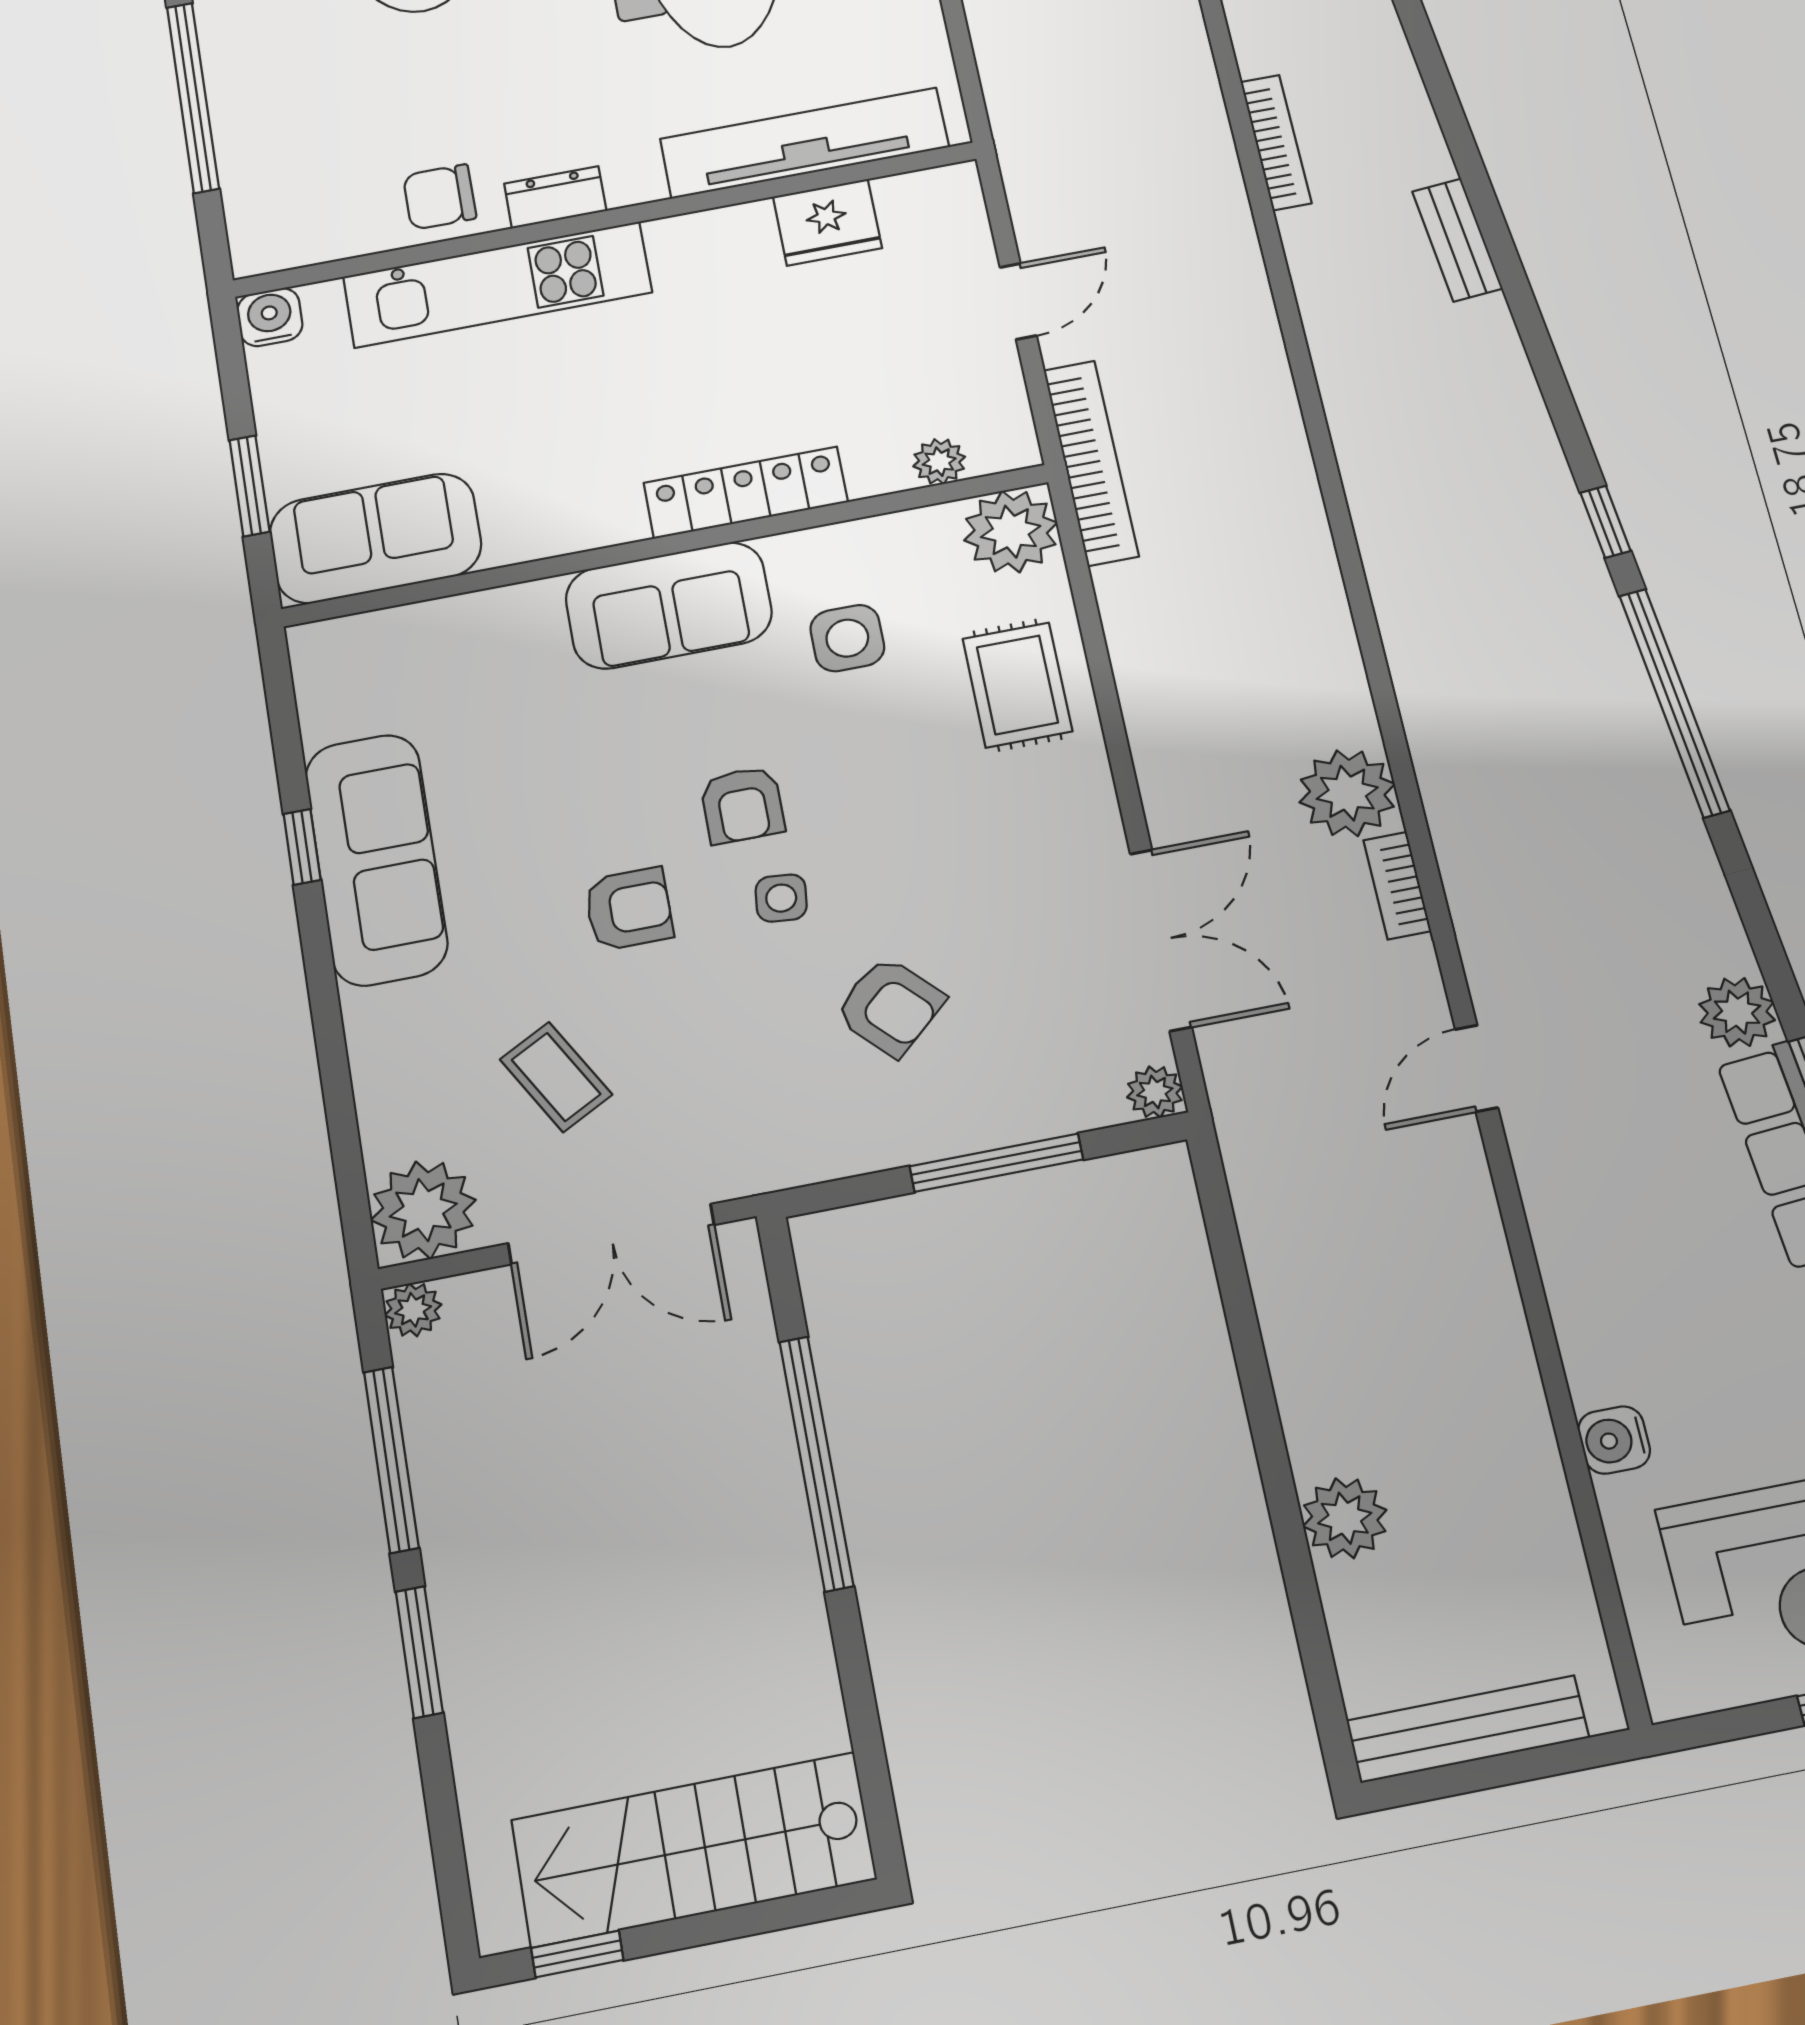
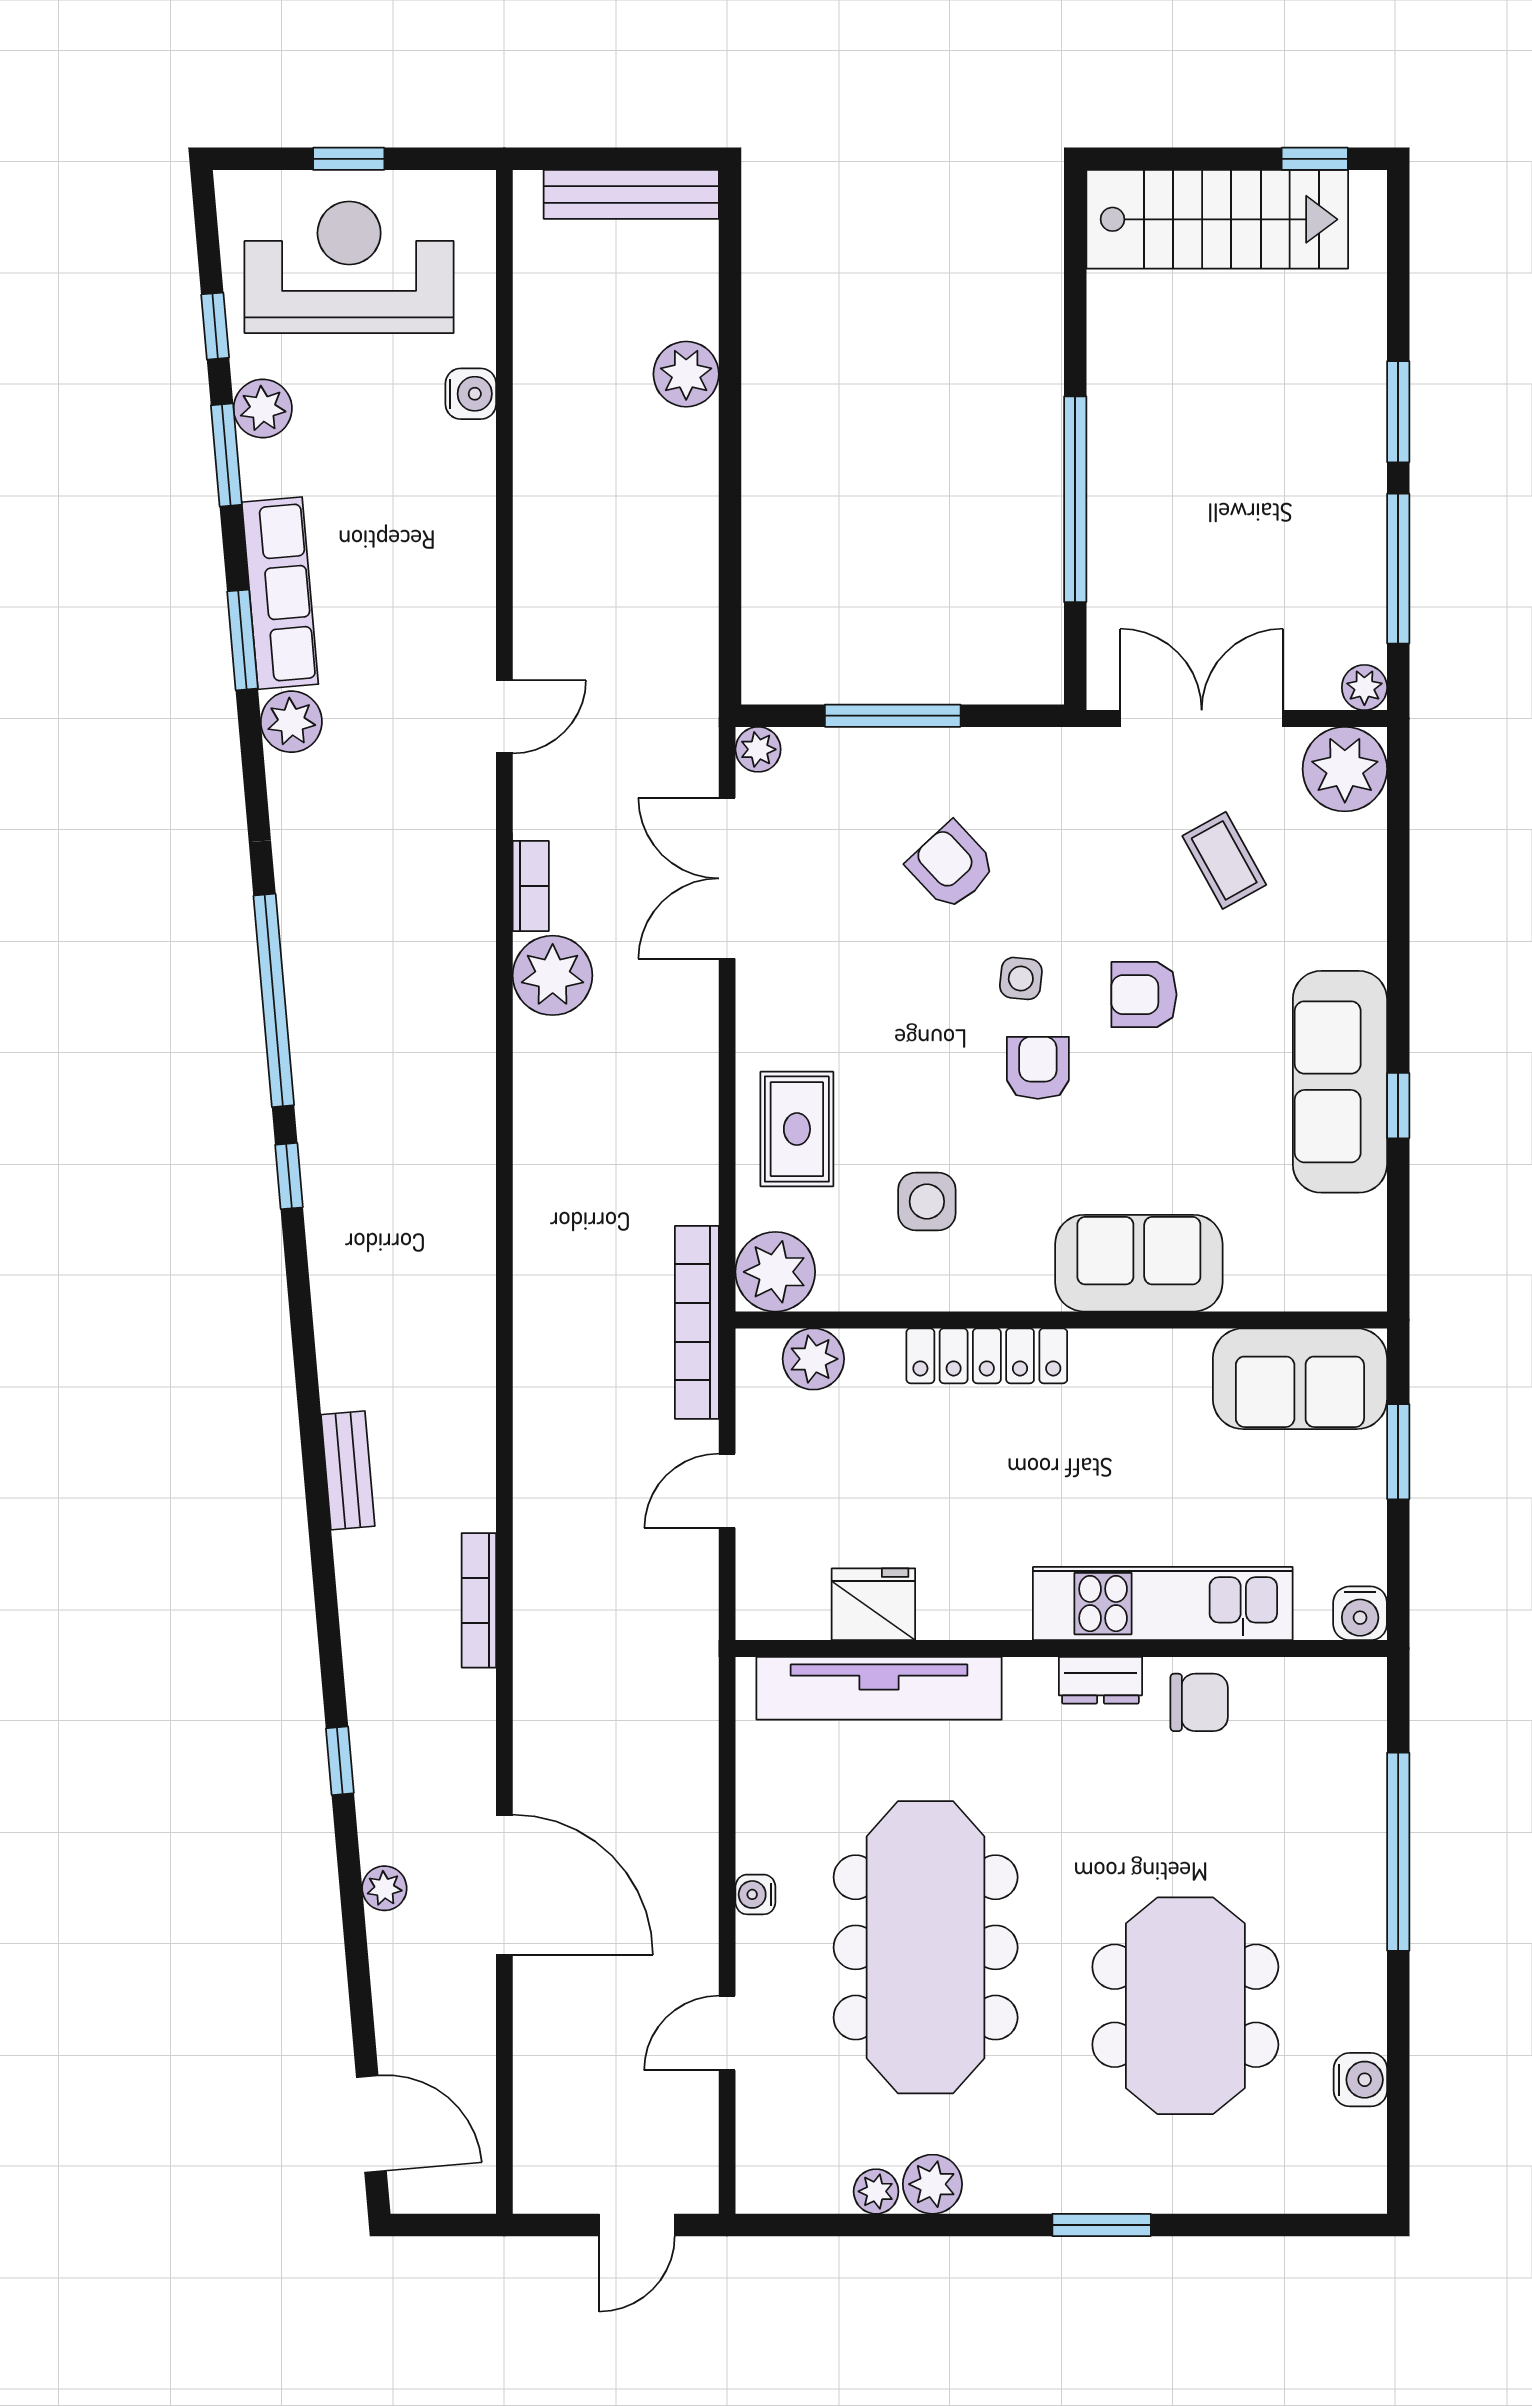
plant: (939, 462) -> (813, 1359), width x1.38, depth x1.38
sofa: (669, 605) -> (1139, 1263), moved

